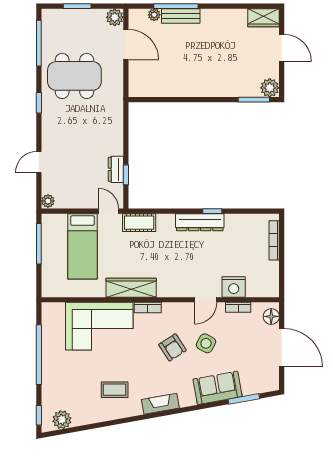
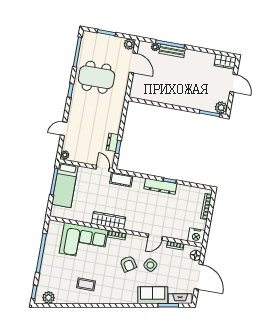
bed: (82, 246) -> (65, 185), moved
nightstand: (234, 287) -> (196, 236), moved
fireplace: (160, 404) -> (180, 299), moved

